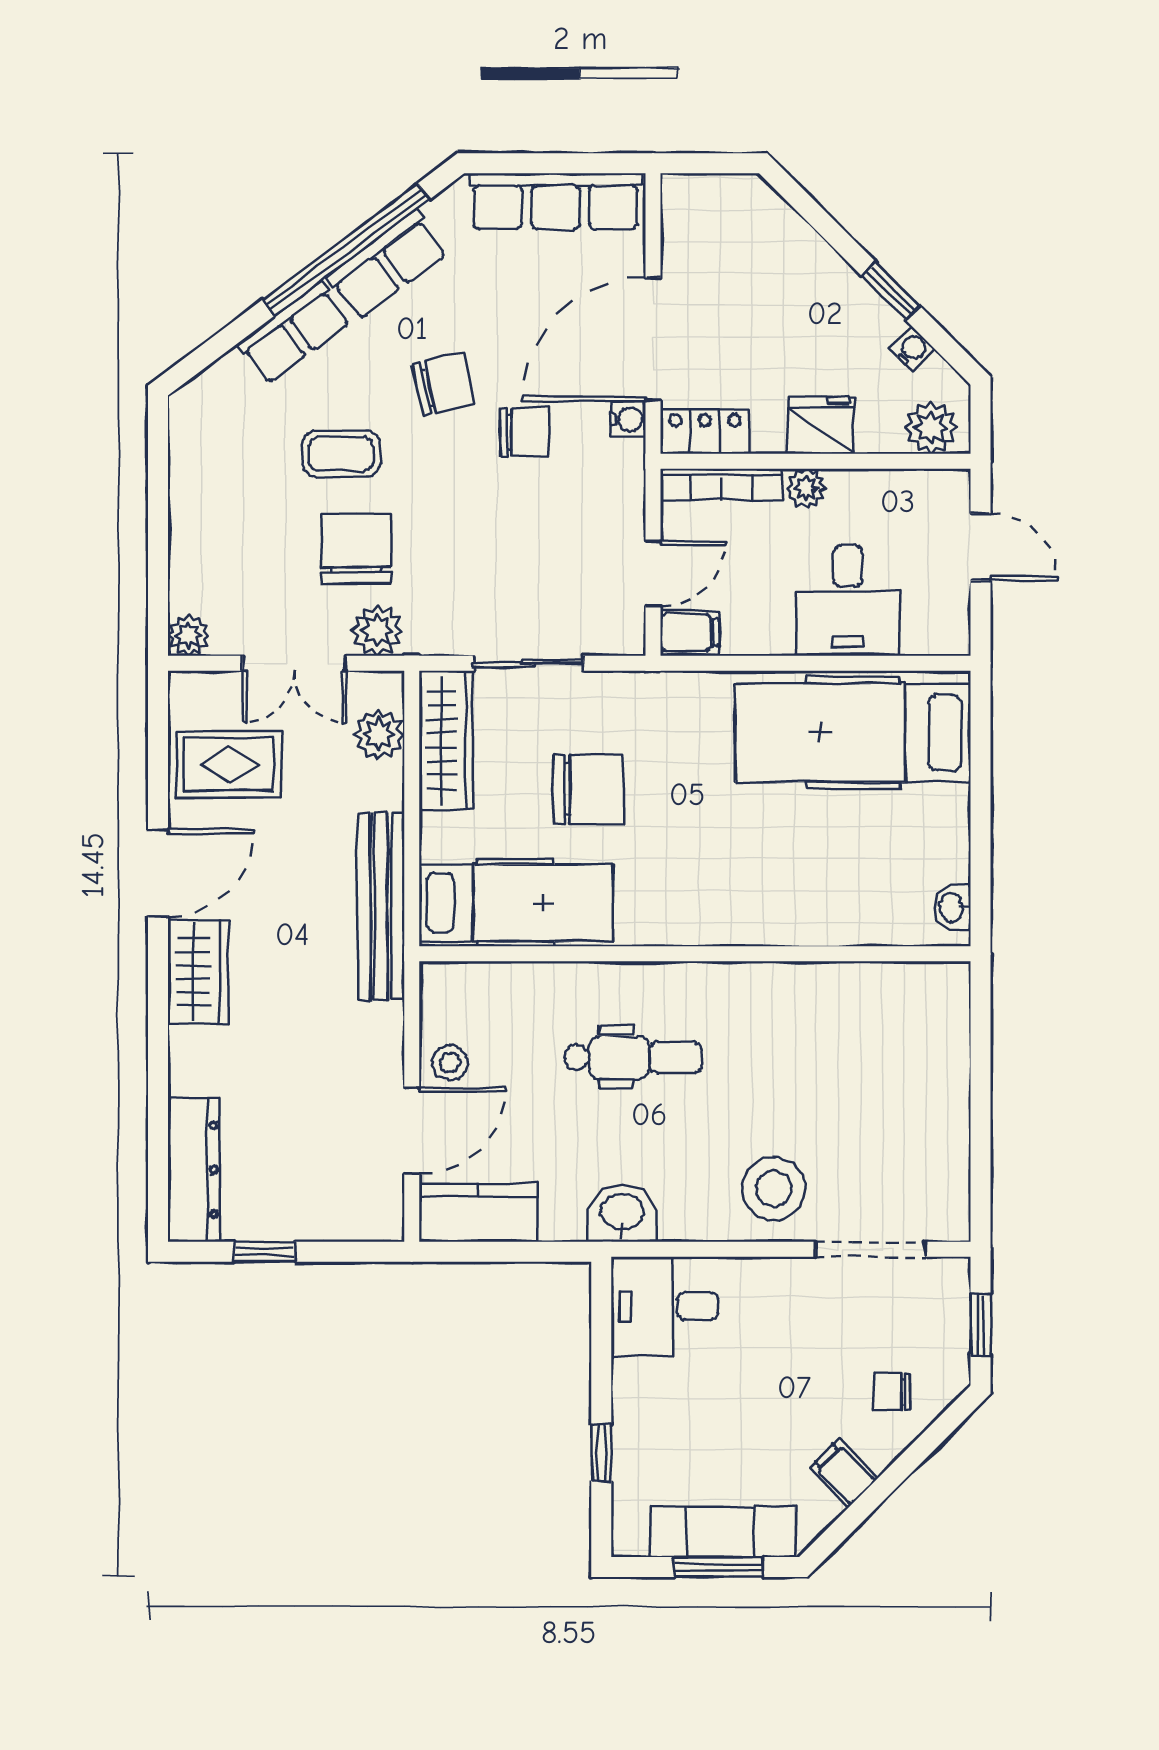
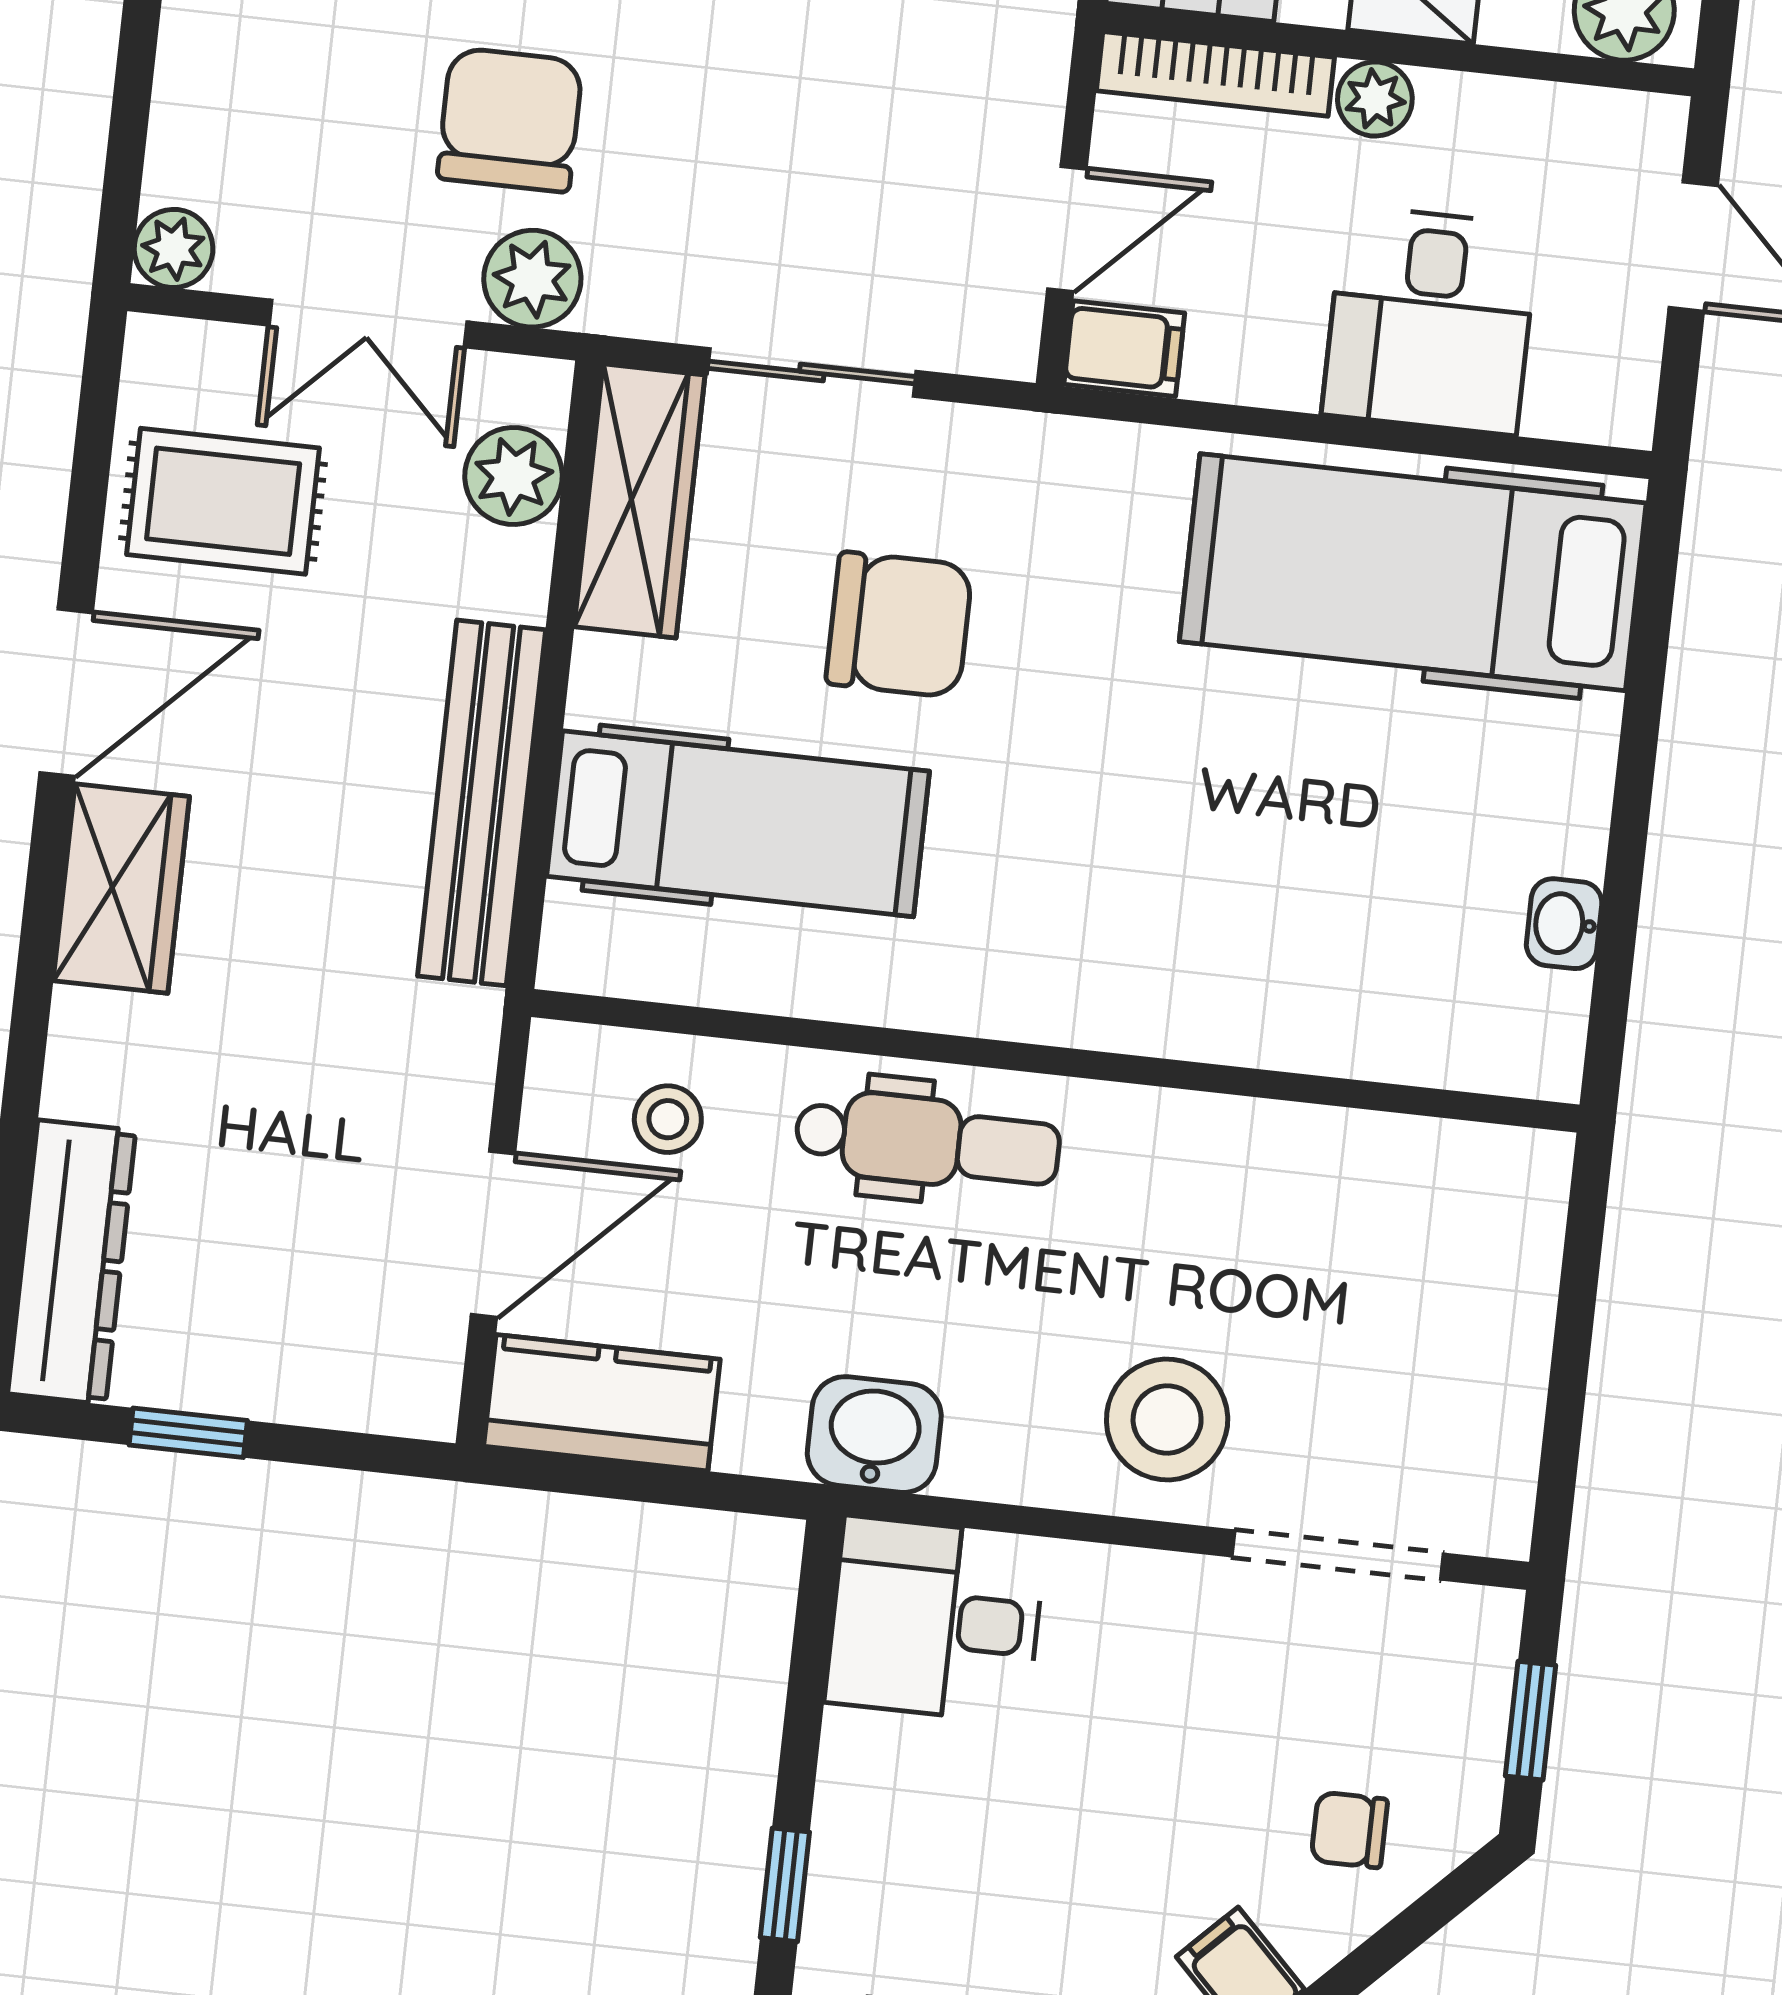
wall: (695, 954) -> (1055, 1061), moved
stool: (450, 1063) -> (668, 1119), moved

